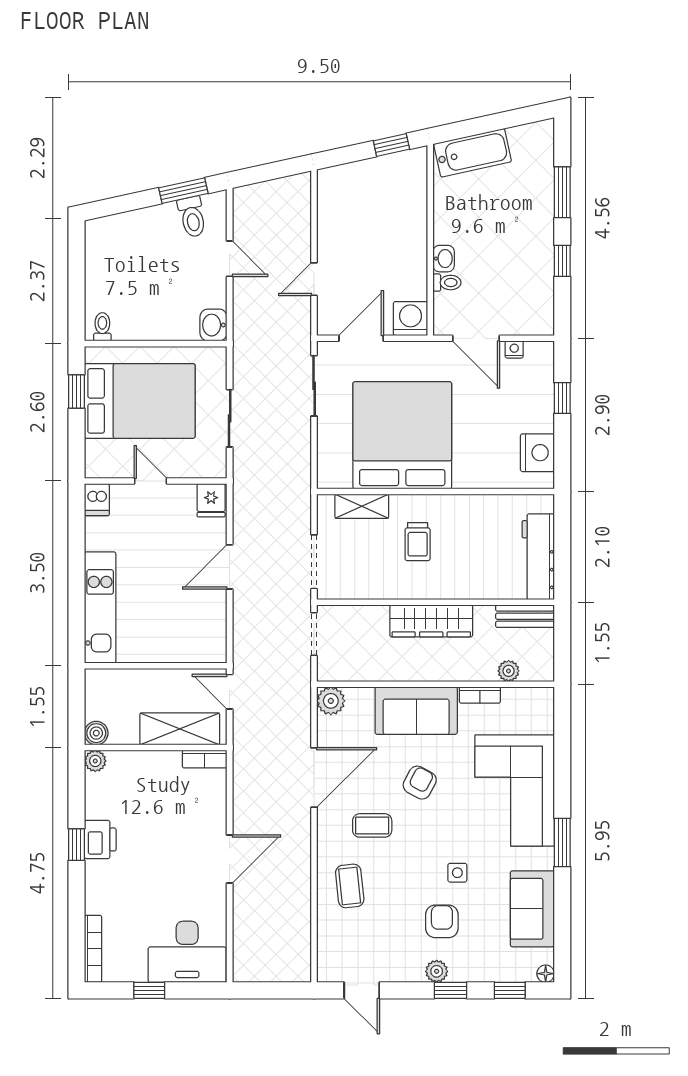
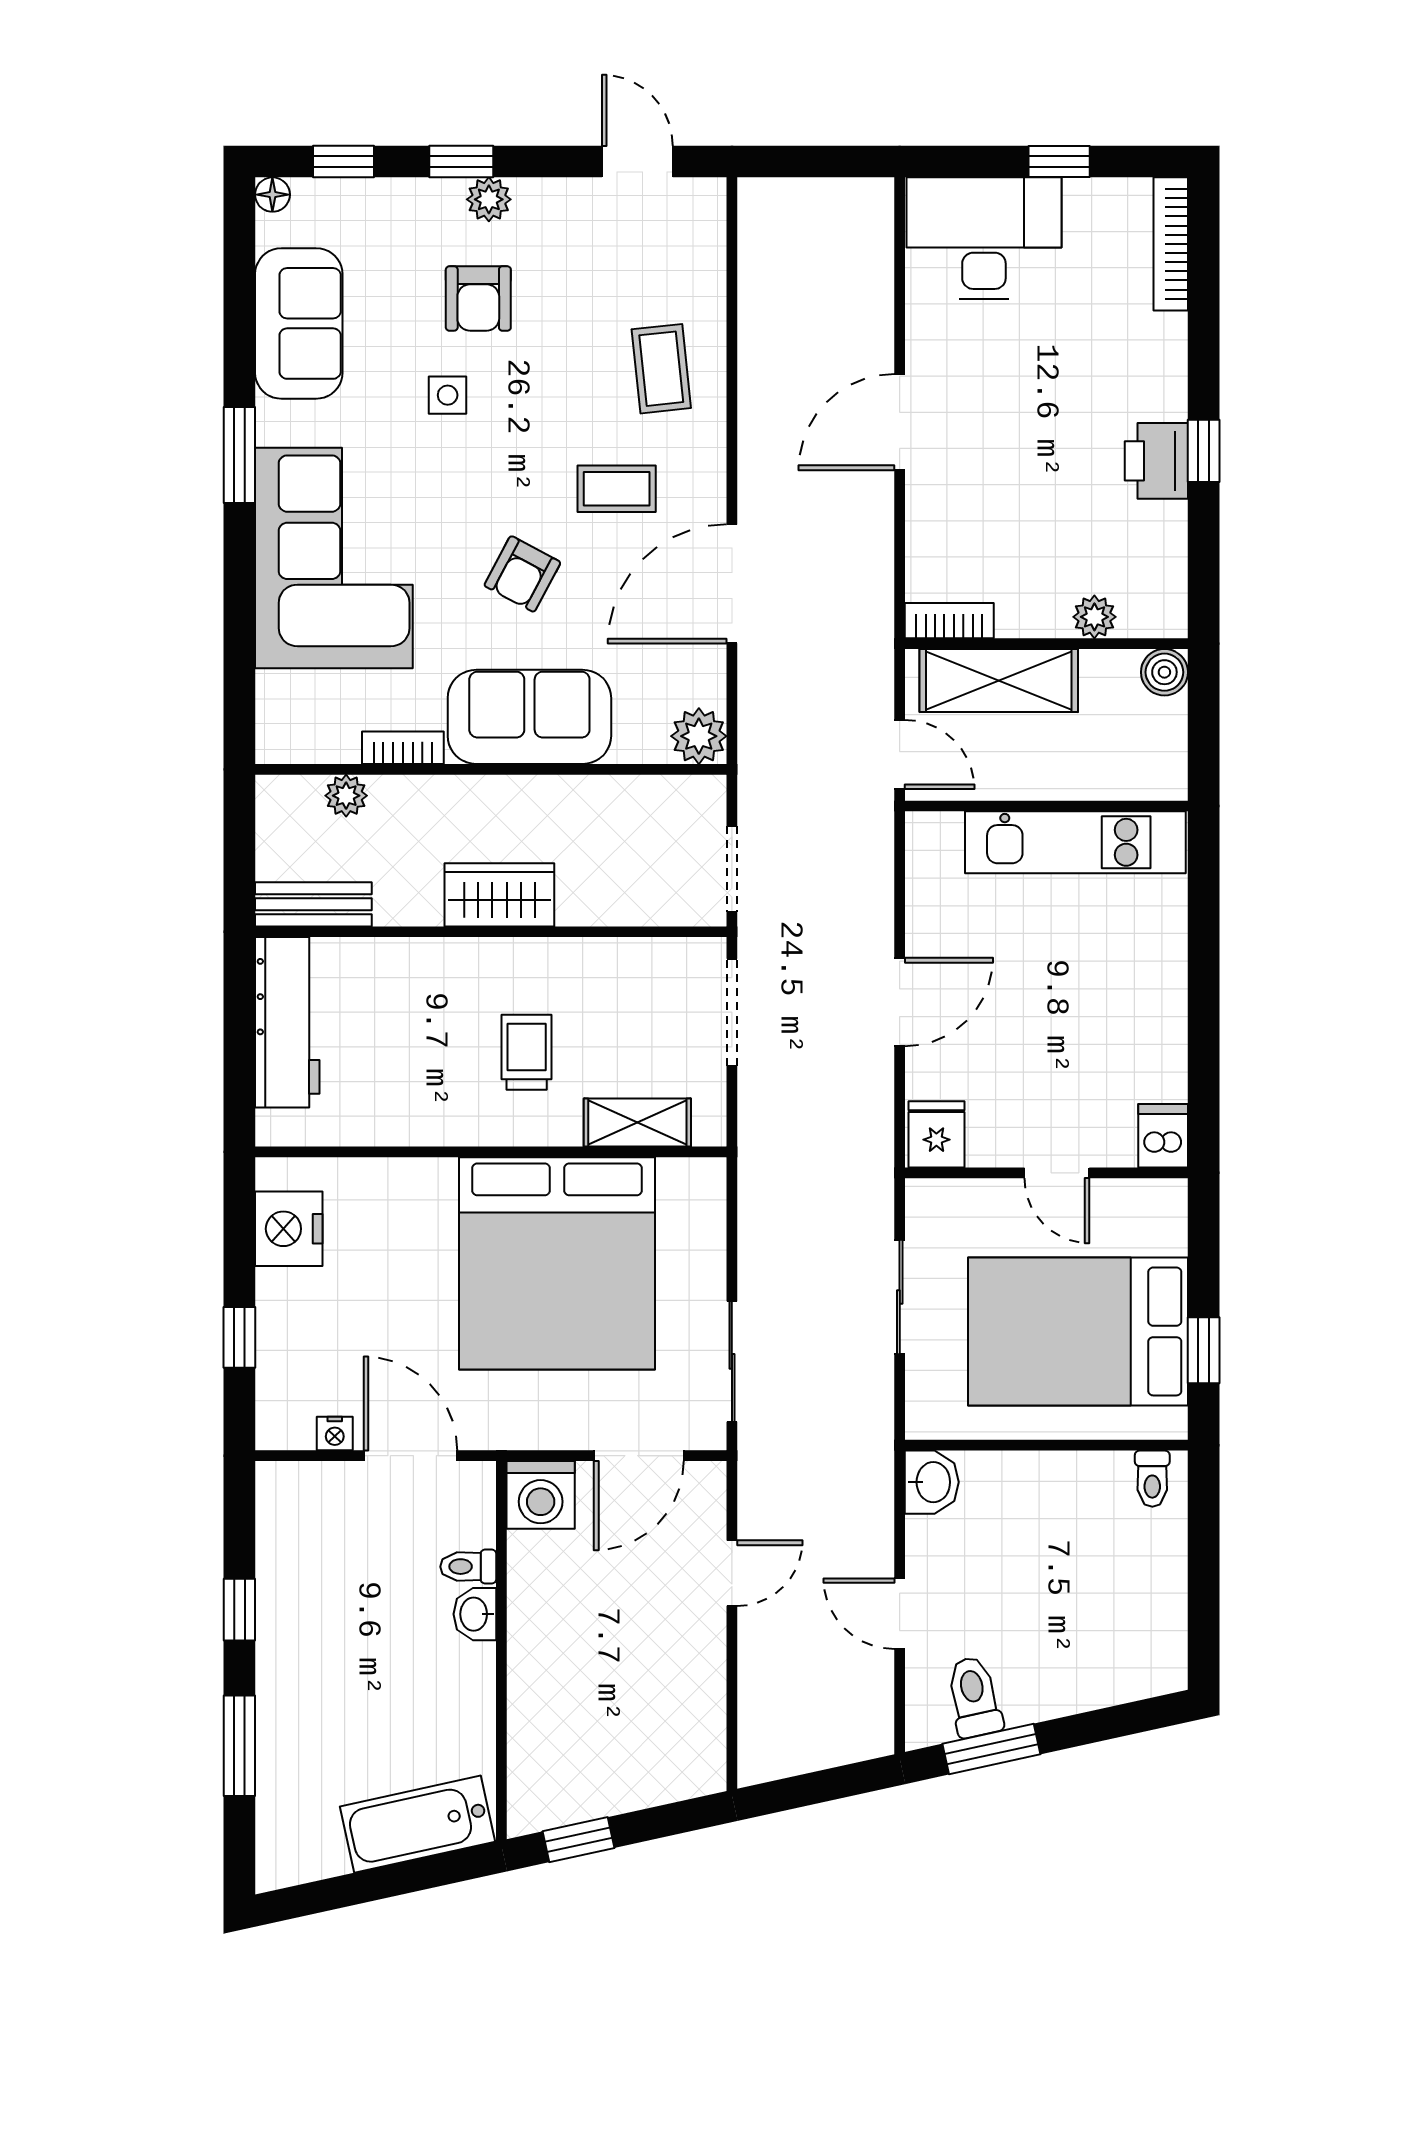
kitchen unit: (100, 607) -> (1075, 842), moved, turned -90
wardrobe: (431, 621) -> (499, 895), width x0.67
plant: (95, 761) -> (1094, 617), moved

